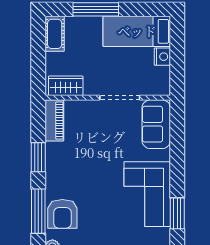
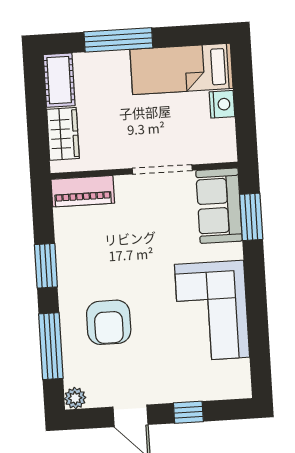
wardrobe: (66, 86) -> (63, 134), moved, turned 90
piano: (54, 120) -> (83, 191), moved, turned 90
window: (177, 213) -> (251, 217), moved
armchair: (62, 214) -> (109, 322), moved

